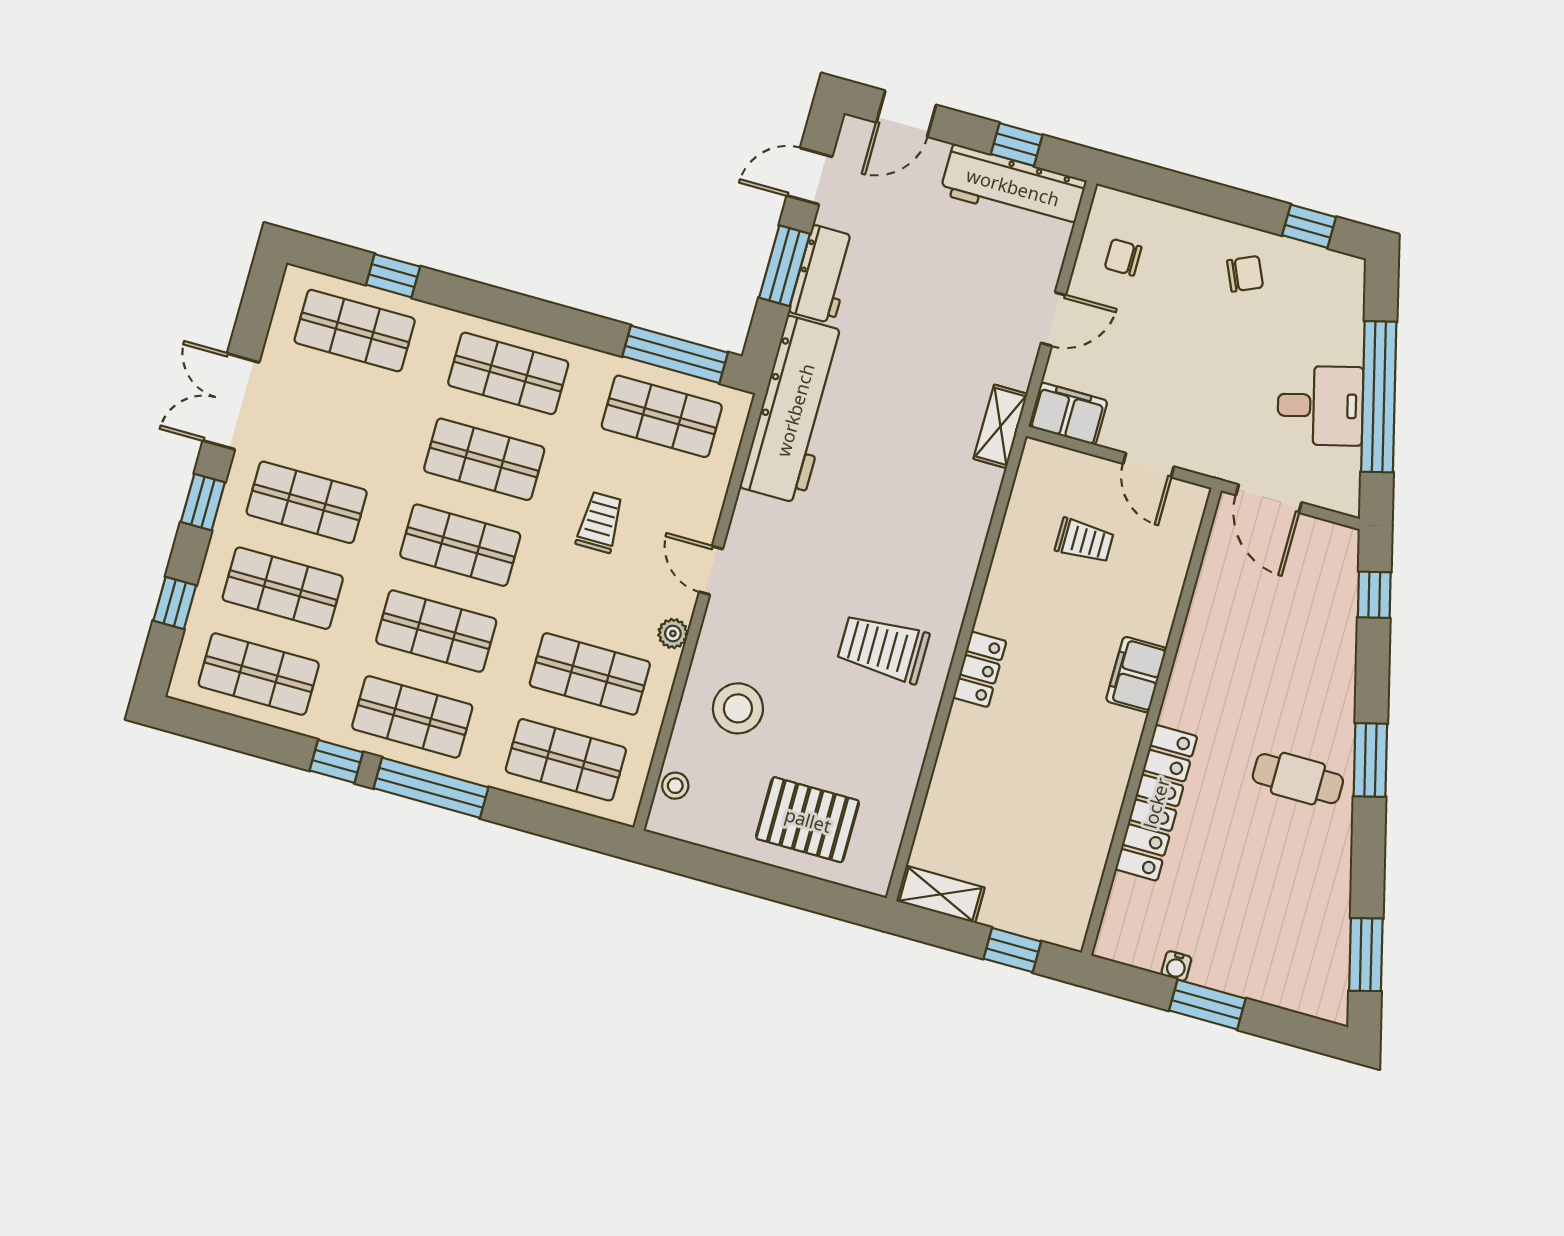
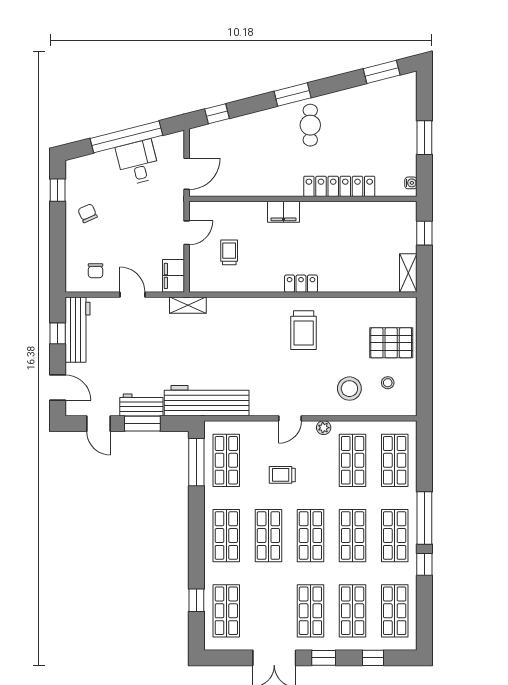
stool: (675, 786) -> (388, 383), moved
pallet: (808, 820) -> (391, 343), turned 90
water cooler: (1176, 966) -> (411, 183), moved

